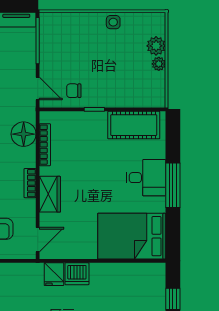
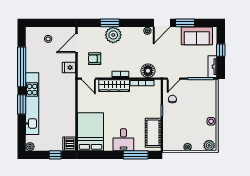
plant: (156, 46) -> (209, 145), moved
window: (173, 185) -> (136, 155), moved
wardrobe: (50, 194) -> (114, 86), width x1.50
fridge: (54, 274) -> (69, 67), moved
dishwasher: (77, 274) -> (69, 144), moved

